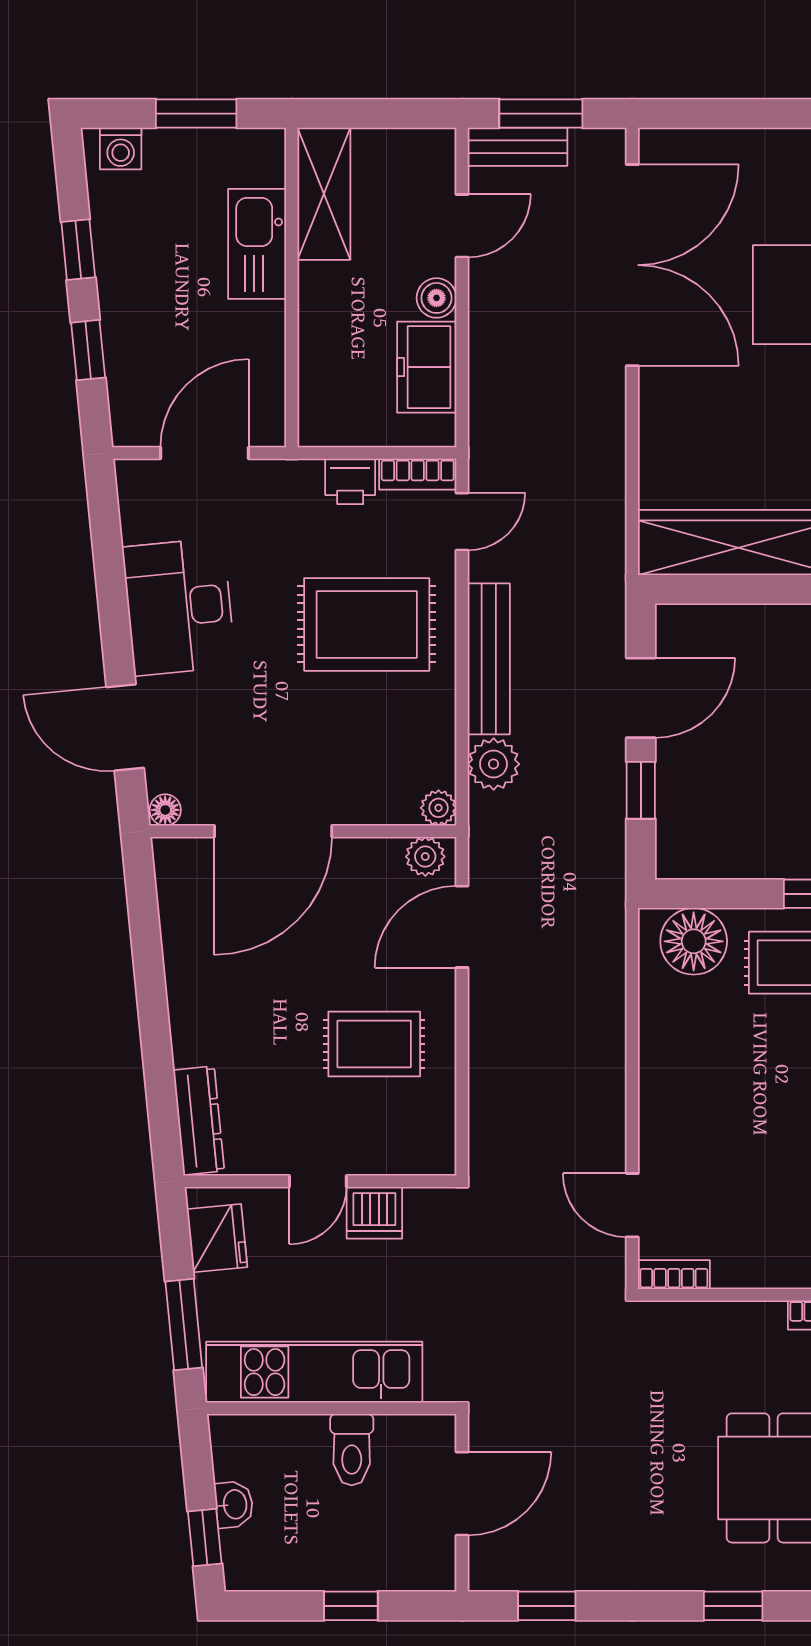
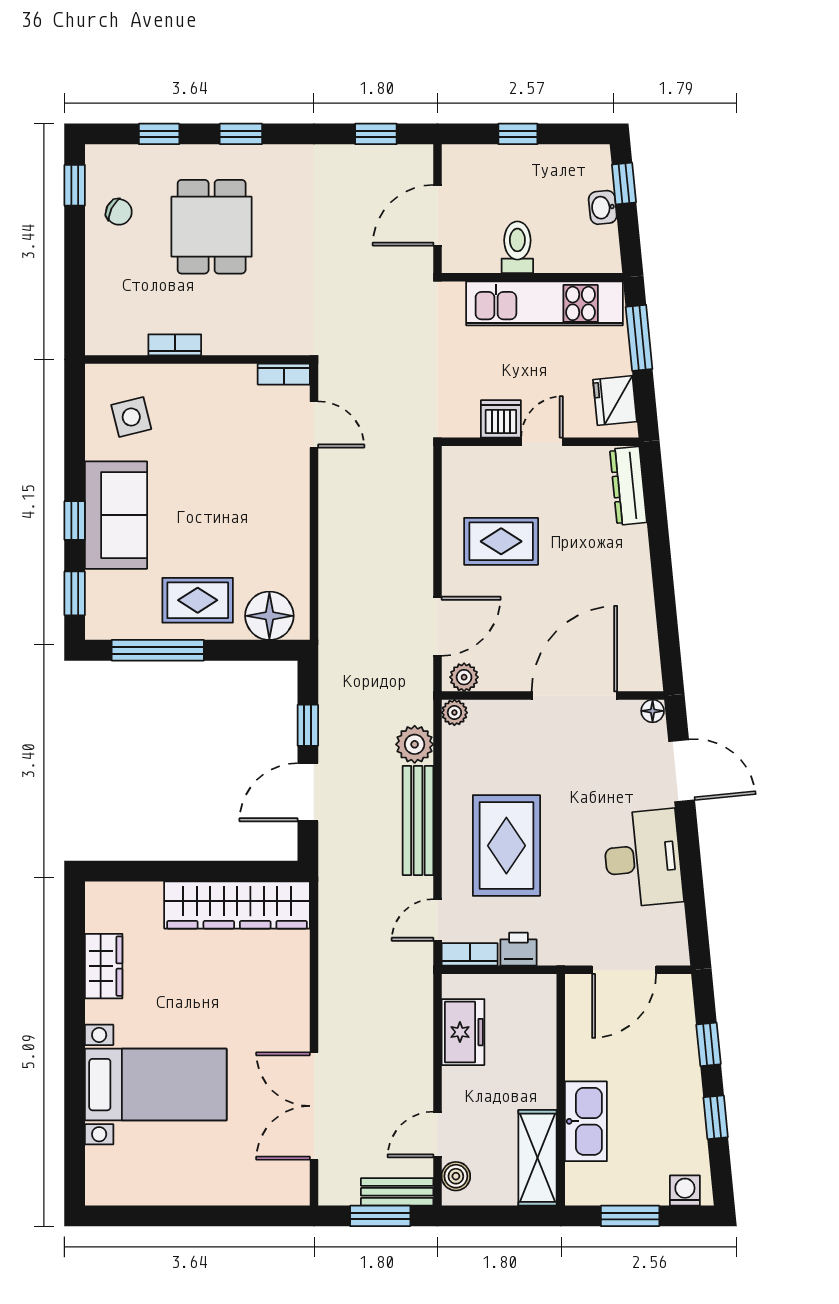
double door: (632, 265) -> (314, 1106), width x0.73
boiler: (436, 298) -> (456, 1176), moved
rug: (367, 624) -> (506, 846), turned 90

